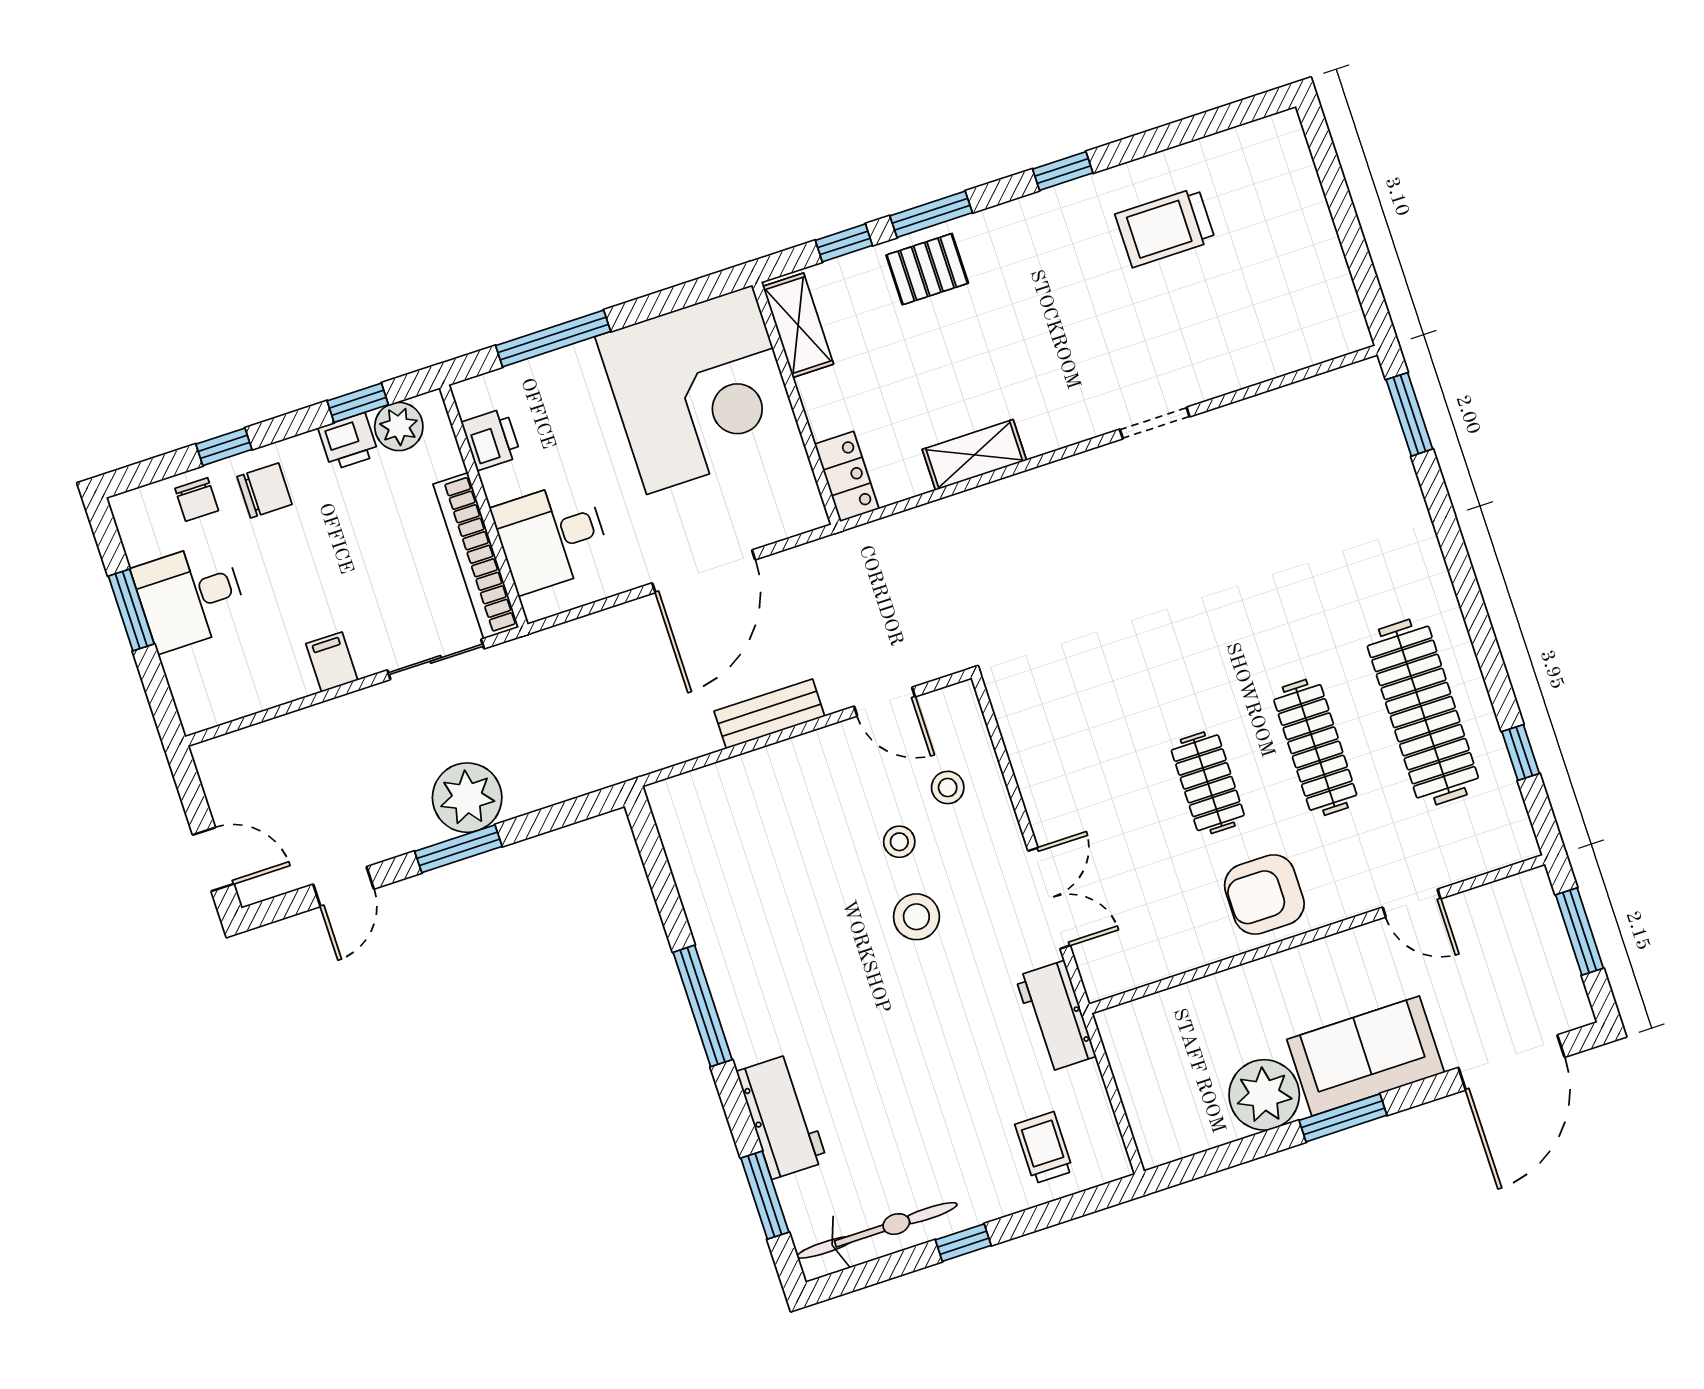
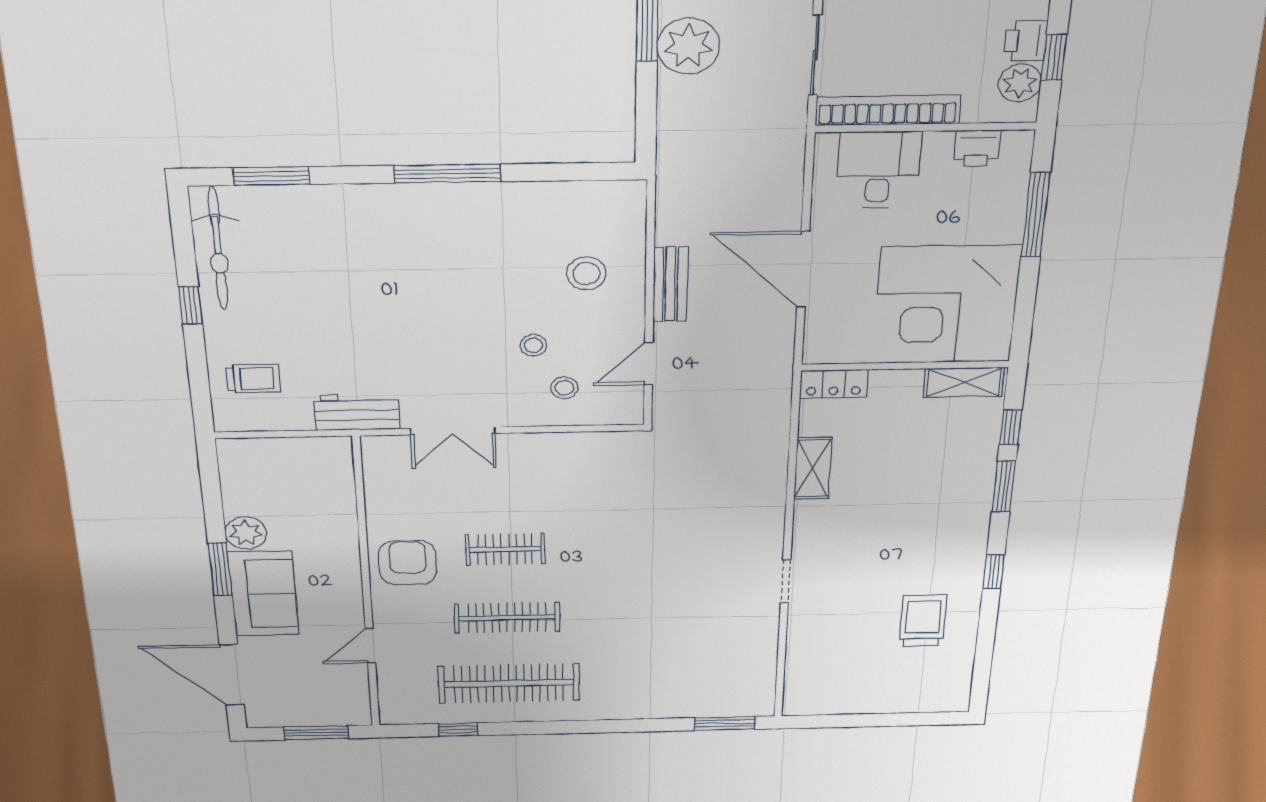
pallet: (927, 269) -> (965, 474), removed
stool: (916, 917) -> (586, 273), moved
plant: (1264, 1095) -> (246, 533), width x0.73, depth x0.73
workbench: (782, 1116) -> (335, 206), removed

